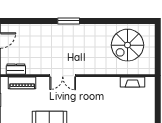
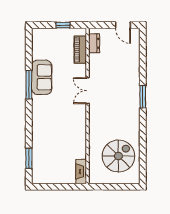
spiral stairs: (127, 45) -> (118, 156), turned 90
fireplace: (132, 82) -> (81, 172), moved

